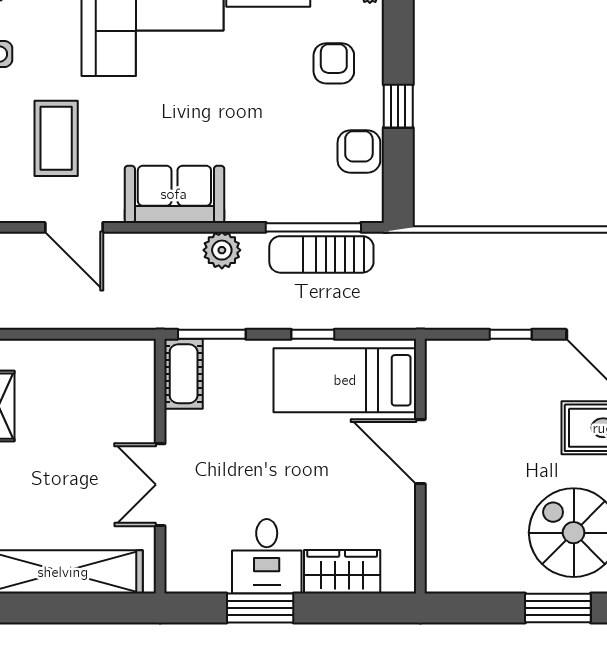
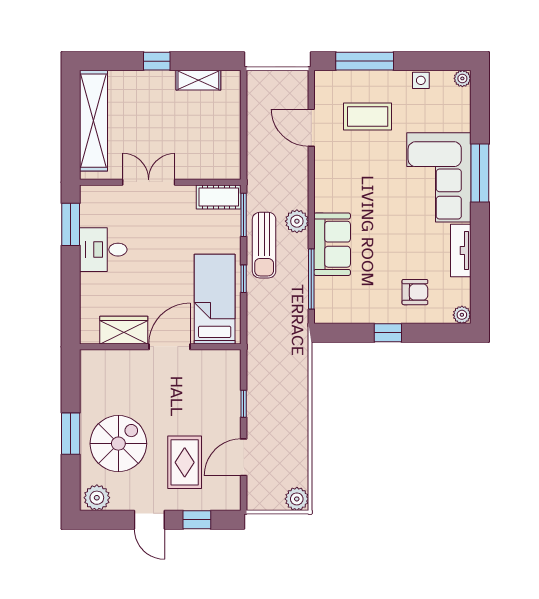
armchair: (359, 152) -> (359, 308), removed
sofa: (174, 194) -> (332, 244), moved
door: (74, 227) -> (311, 128), hinge flipped
sun lounger: (321, 254) -> (264, 245), moved, turned 180
wardrobe: (342, 572) -> (124, 330), moved, turned -90
window: (260, 608) -> (71, 224), moved

